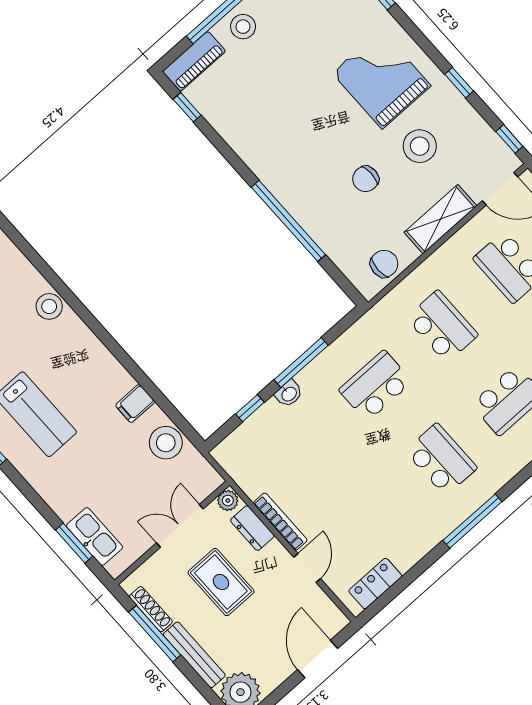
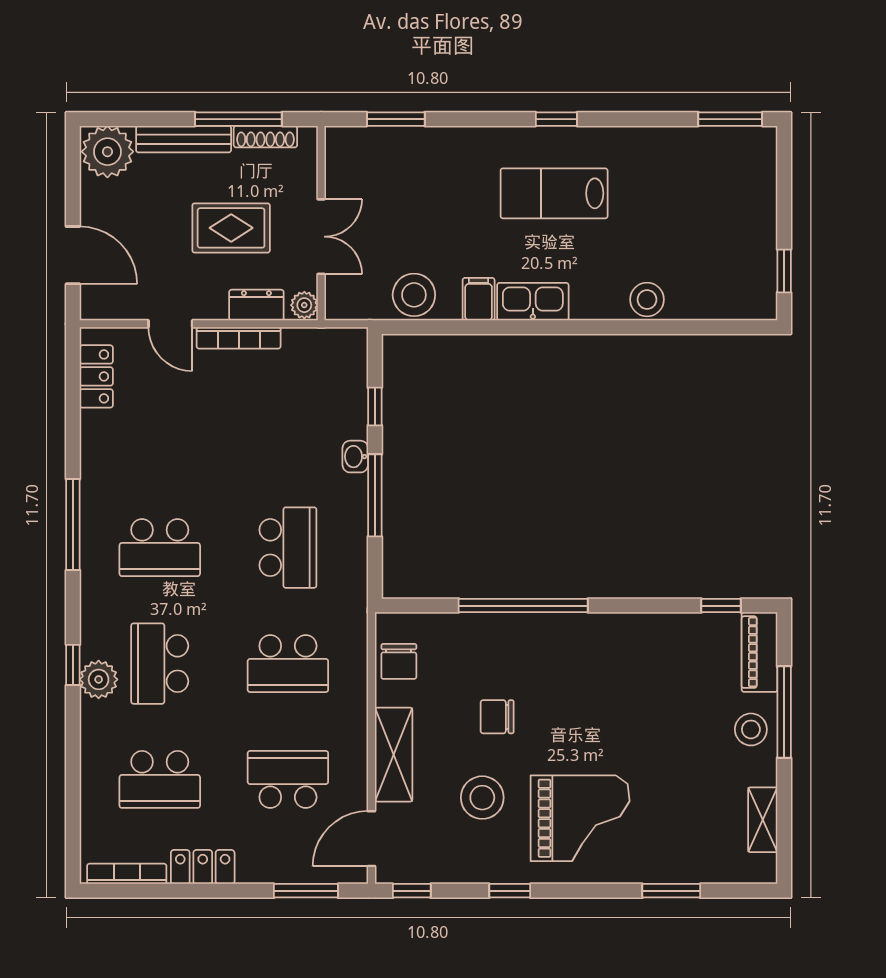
chair: (366, 179) -> (497, 717), turned -90
kitchen sink: (95, 537) -> (533, 302), moved, turned 180

